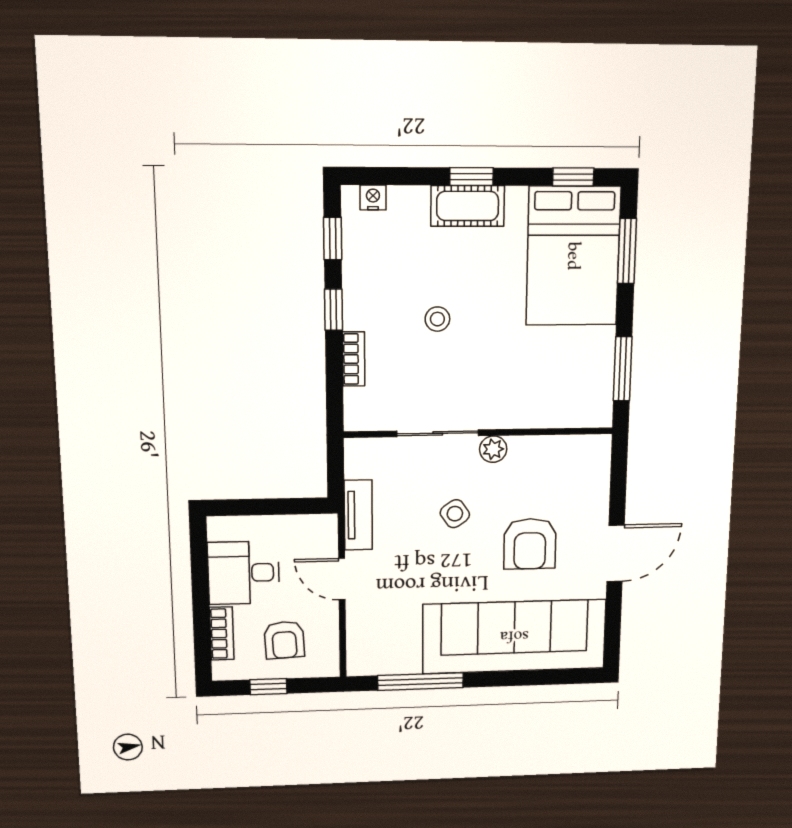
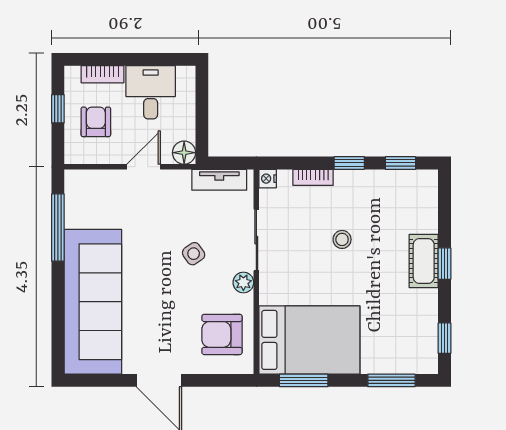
nightstand: (373, 198) -> (268, 179), moved, turned 180
bed: (573, 256) -> (309, 340), moved, turned 180
tv unit: (358, 515) -> (219, 180), moved
floor lamp: (323, 529) -> (184, 153), added
armchair: (530, 544) -> (222, 334), moved
armchair: (284, 640) -> (96, 122), turned 93

